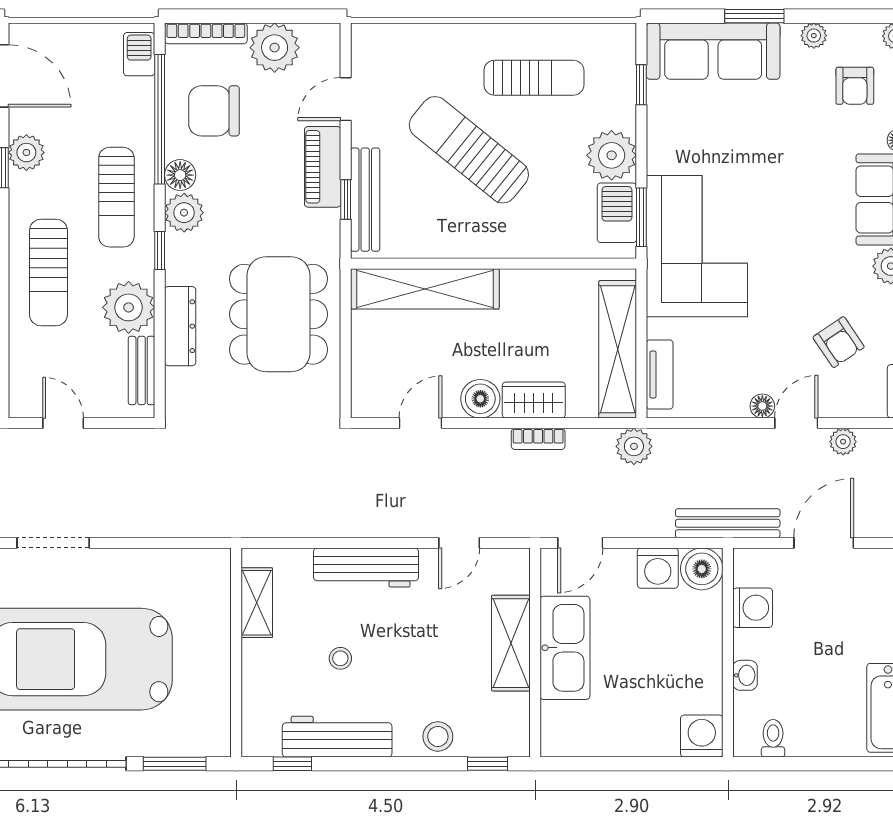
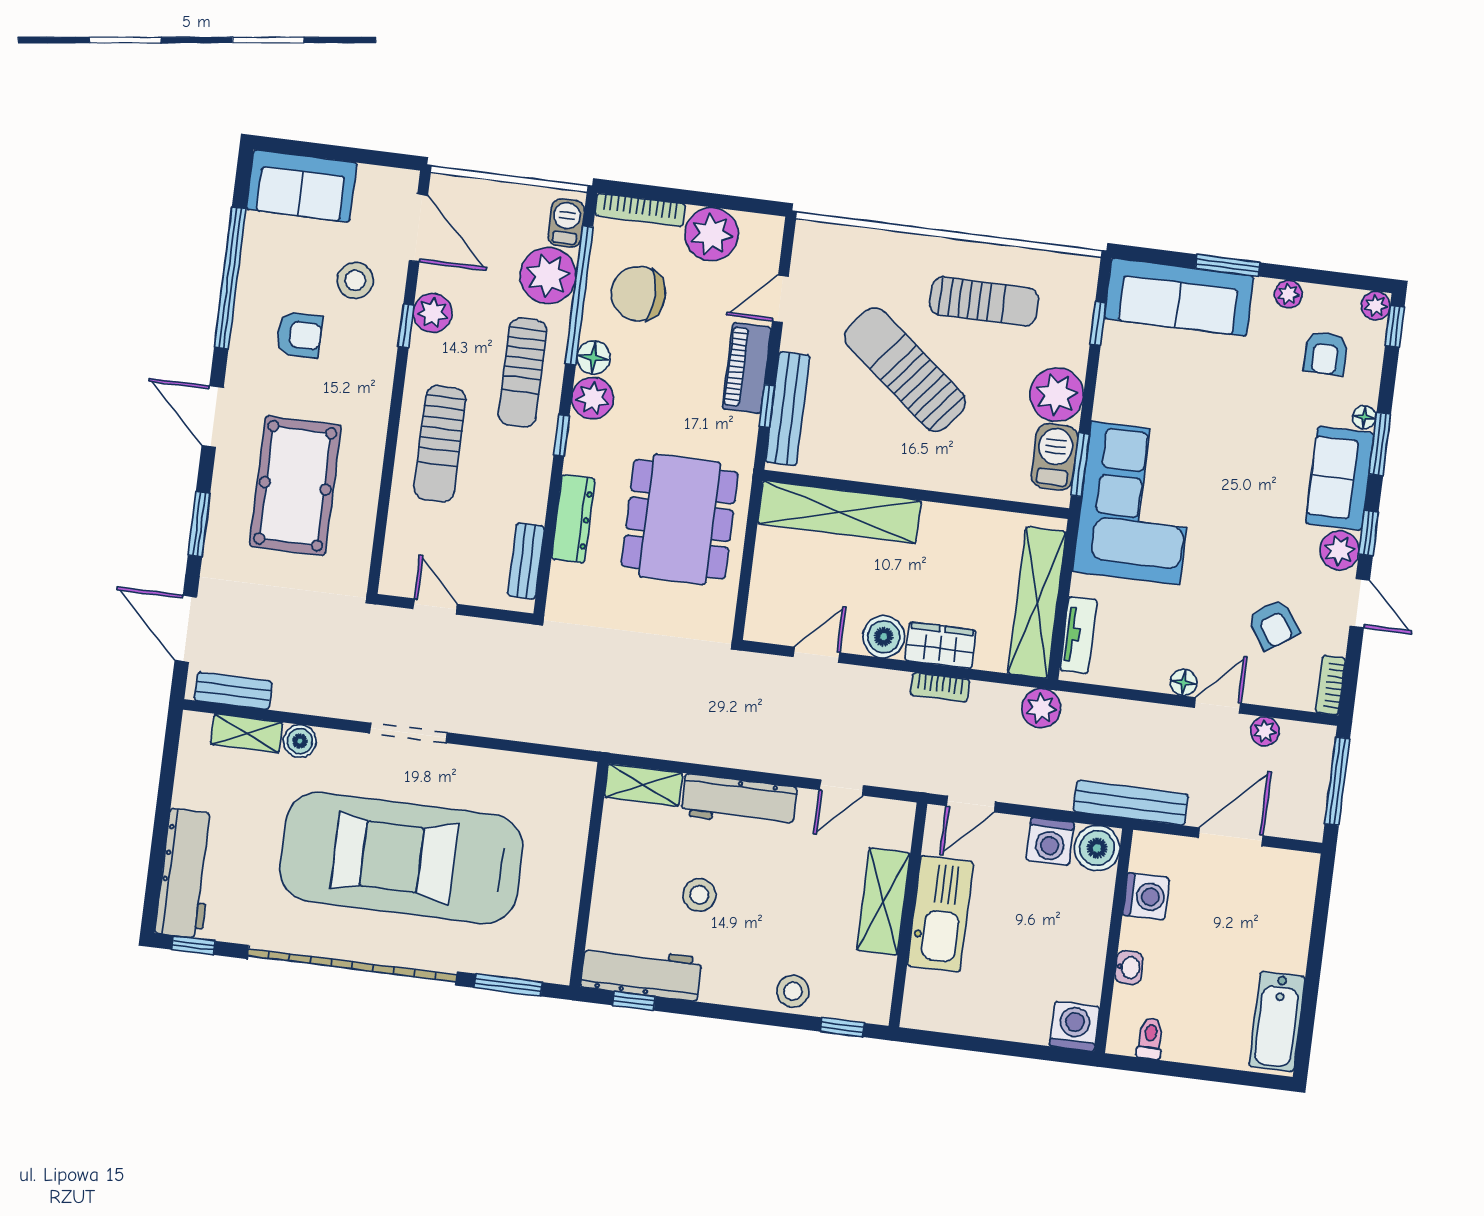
plant: (129, 307) -> (548, 275), moved
shelving: (257, 603) -> (643, 785), moved, turned 90
stool: (340, 658) -> (699, 895), width x1.37, depth x1.37
workbench: (337, 737) -> (641, 972), moved

